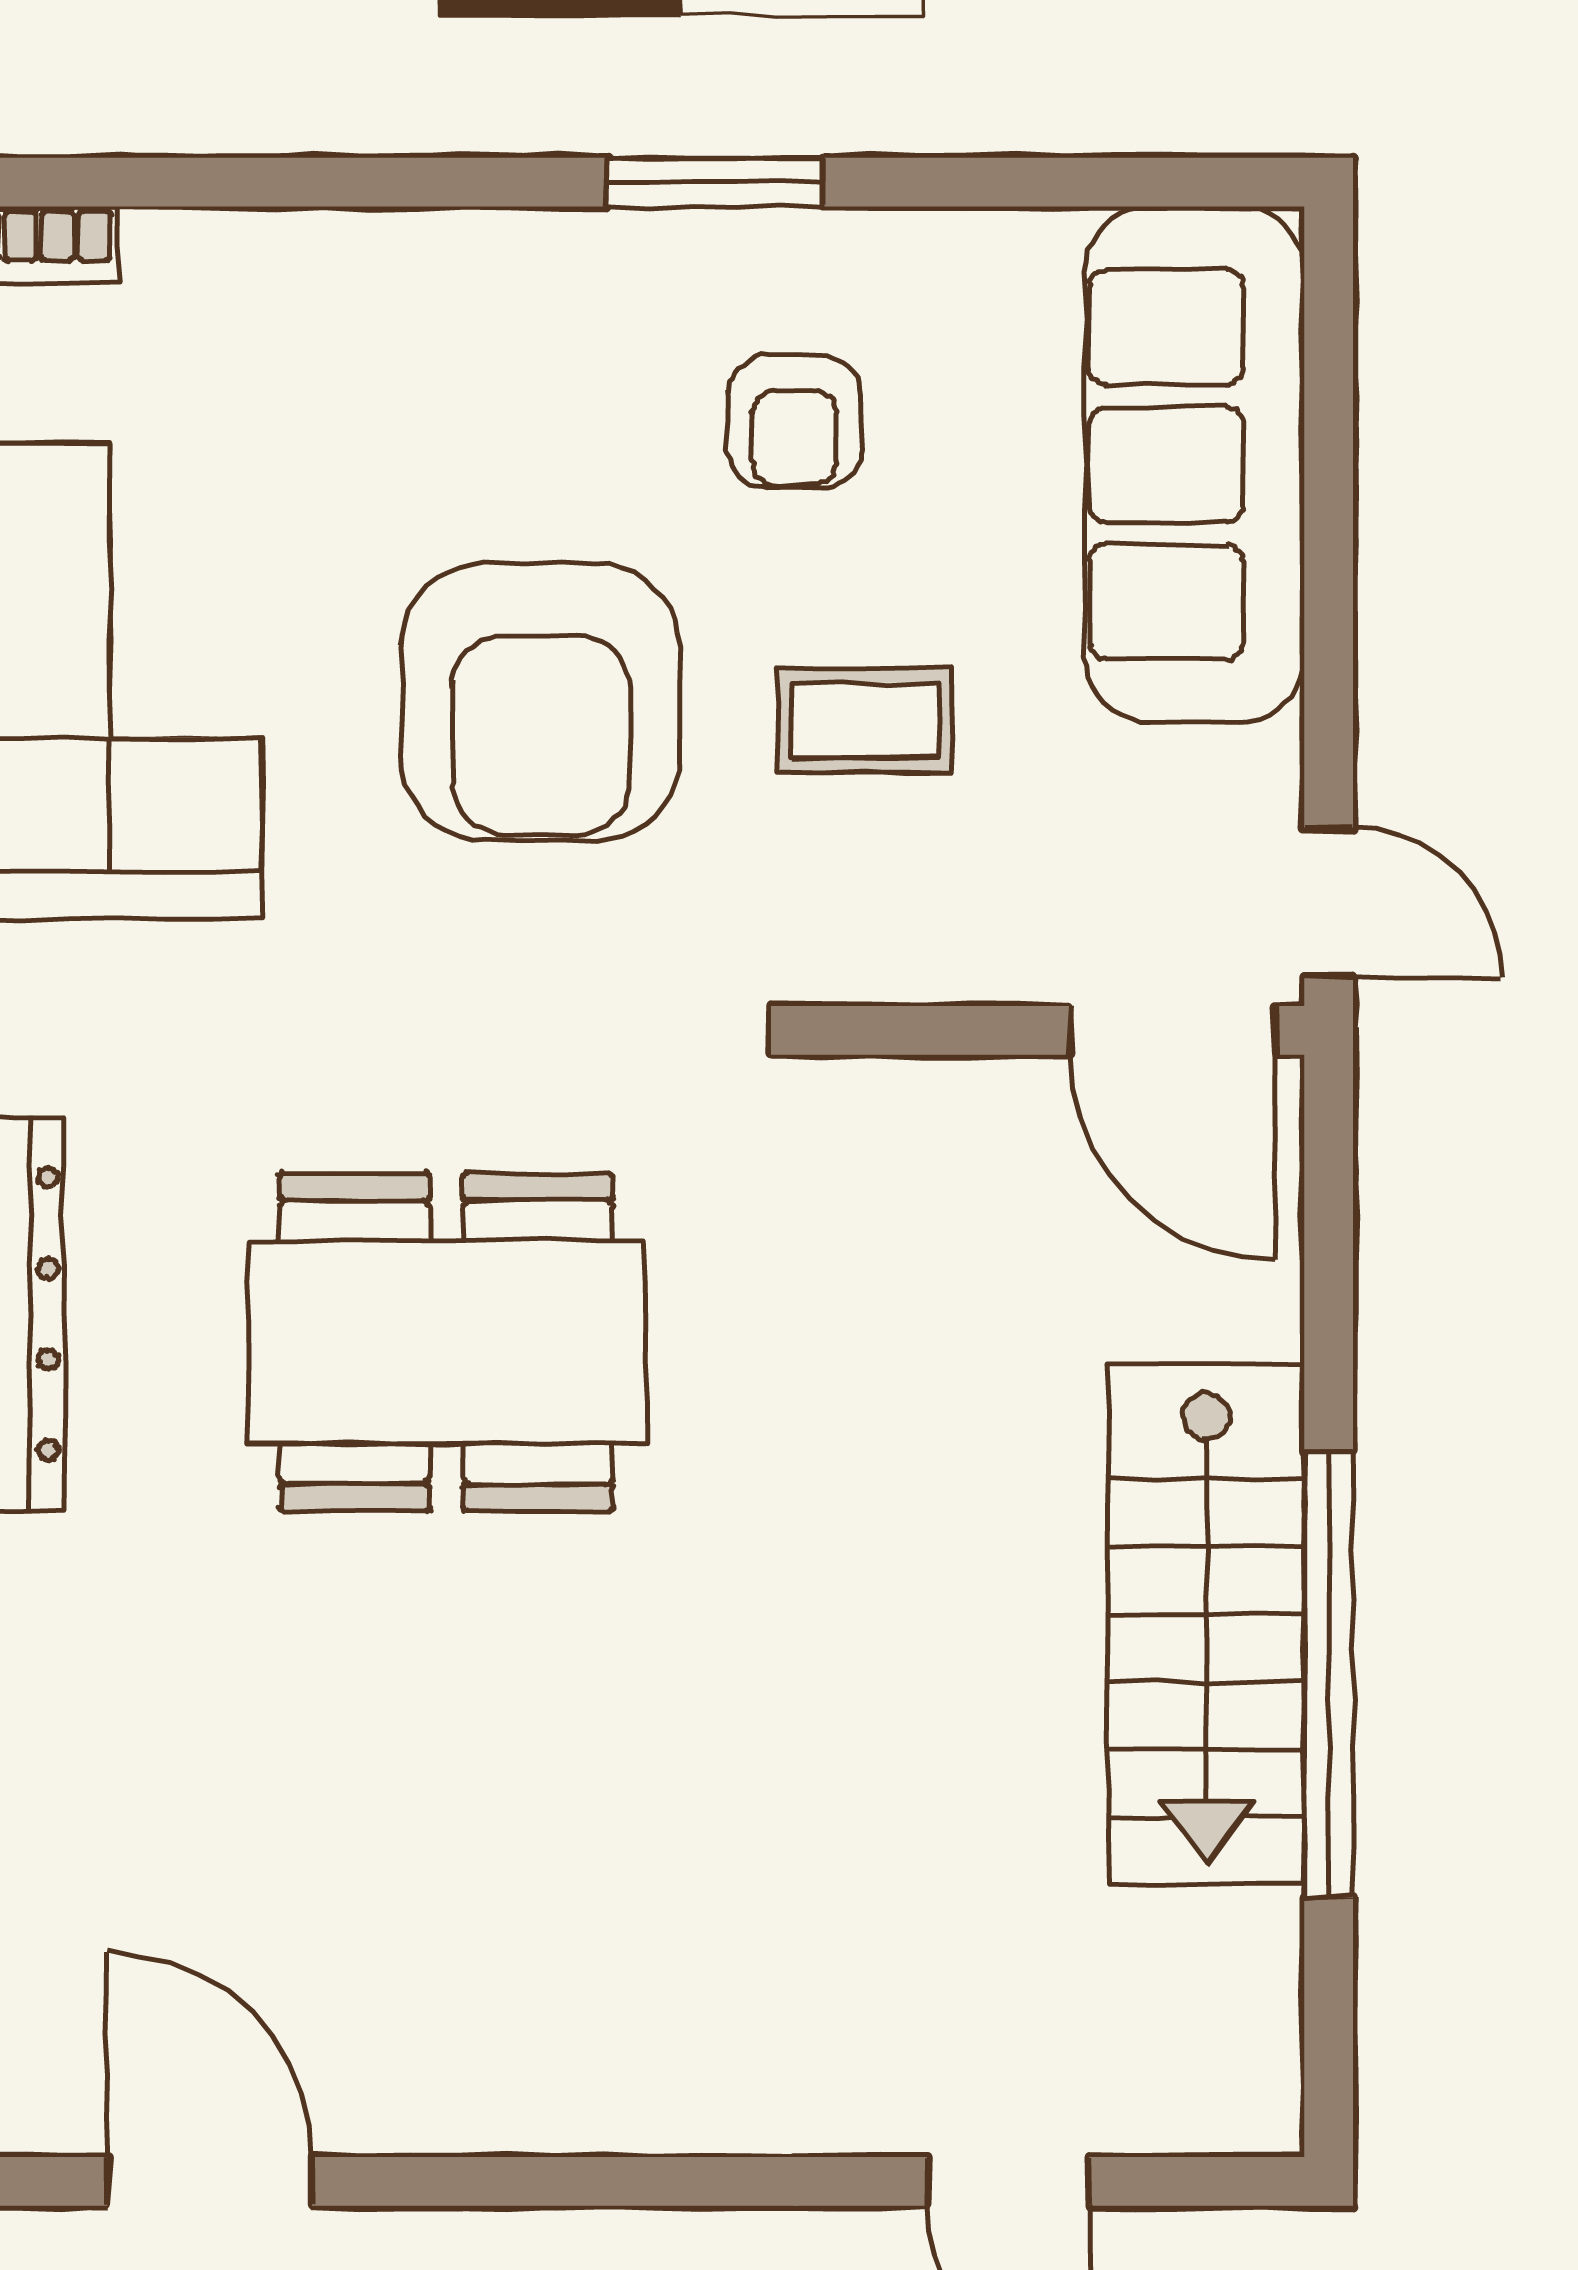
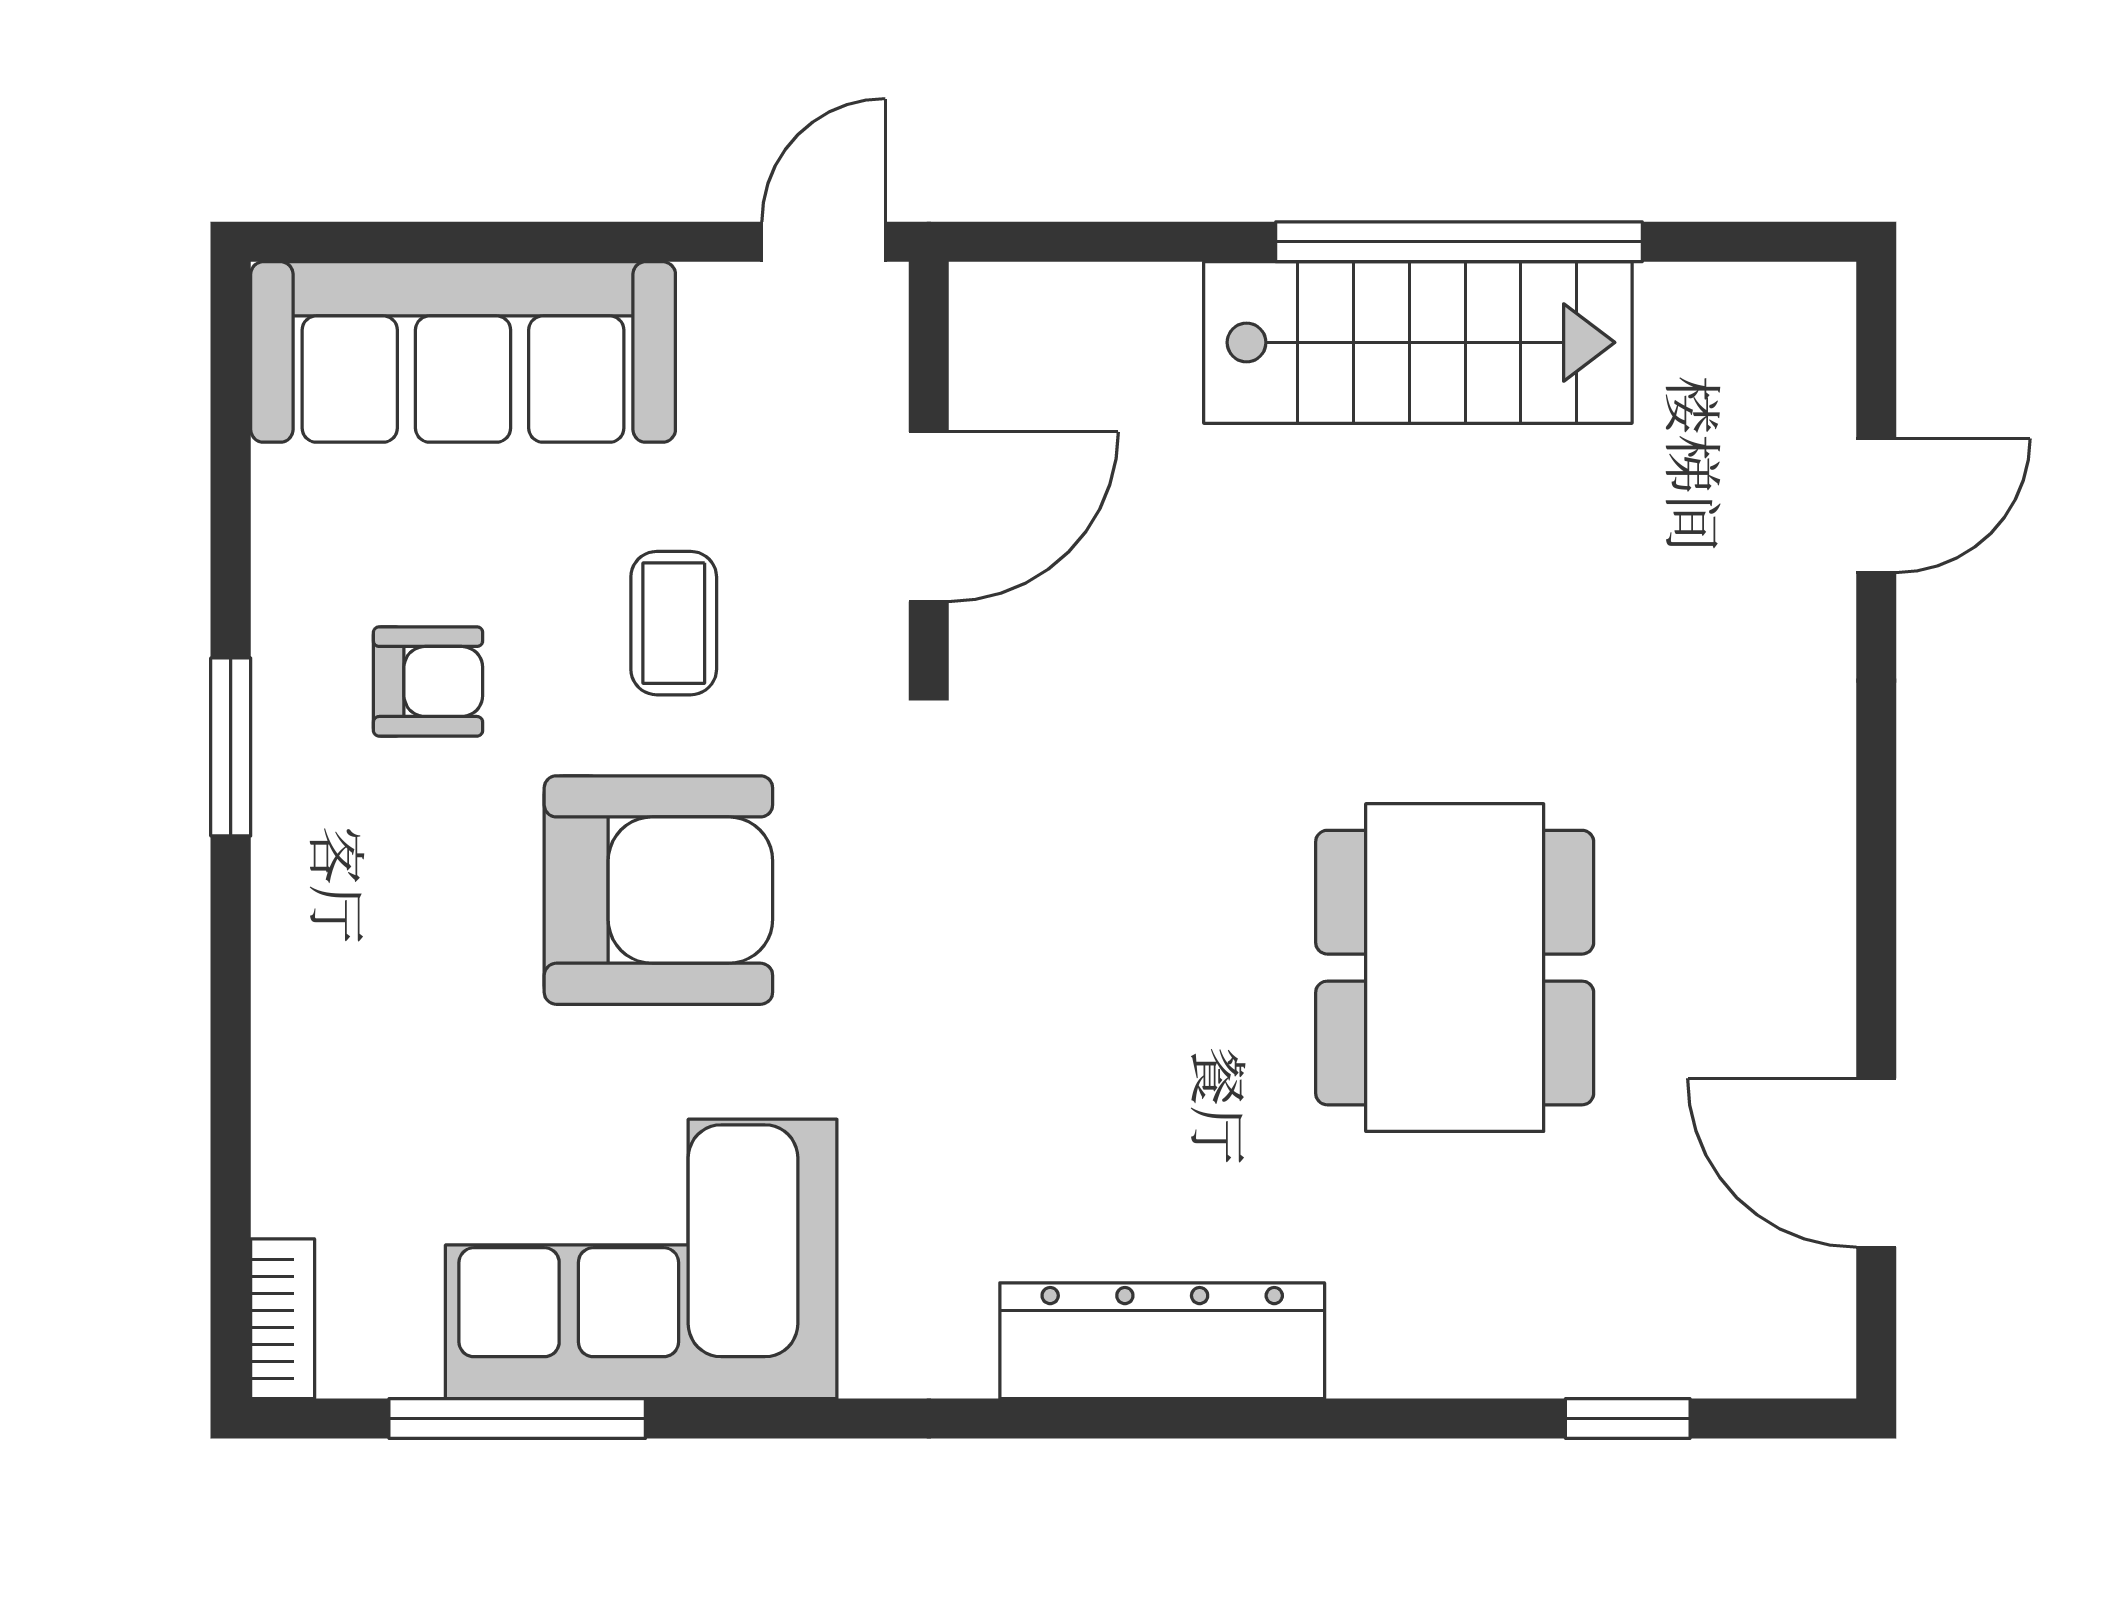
door: (1173, 1030) -> (929, 517), moved
dining table: (446, 1342) -> (1455, 968), moved
door: (210, 2181) -> (1876, 1163), hinge flipped

